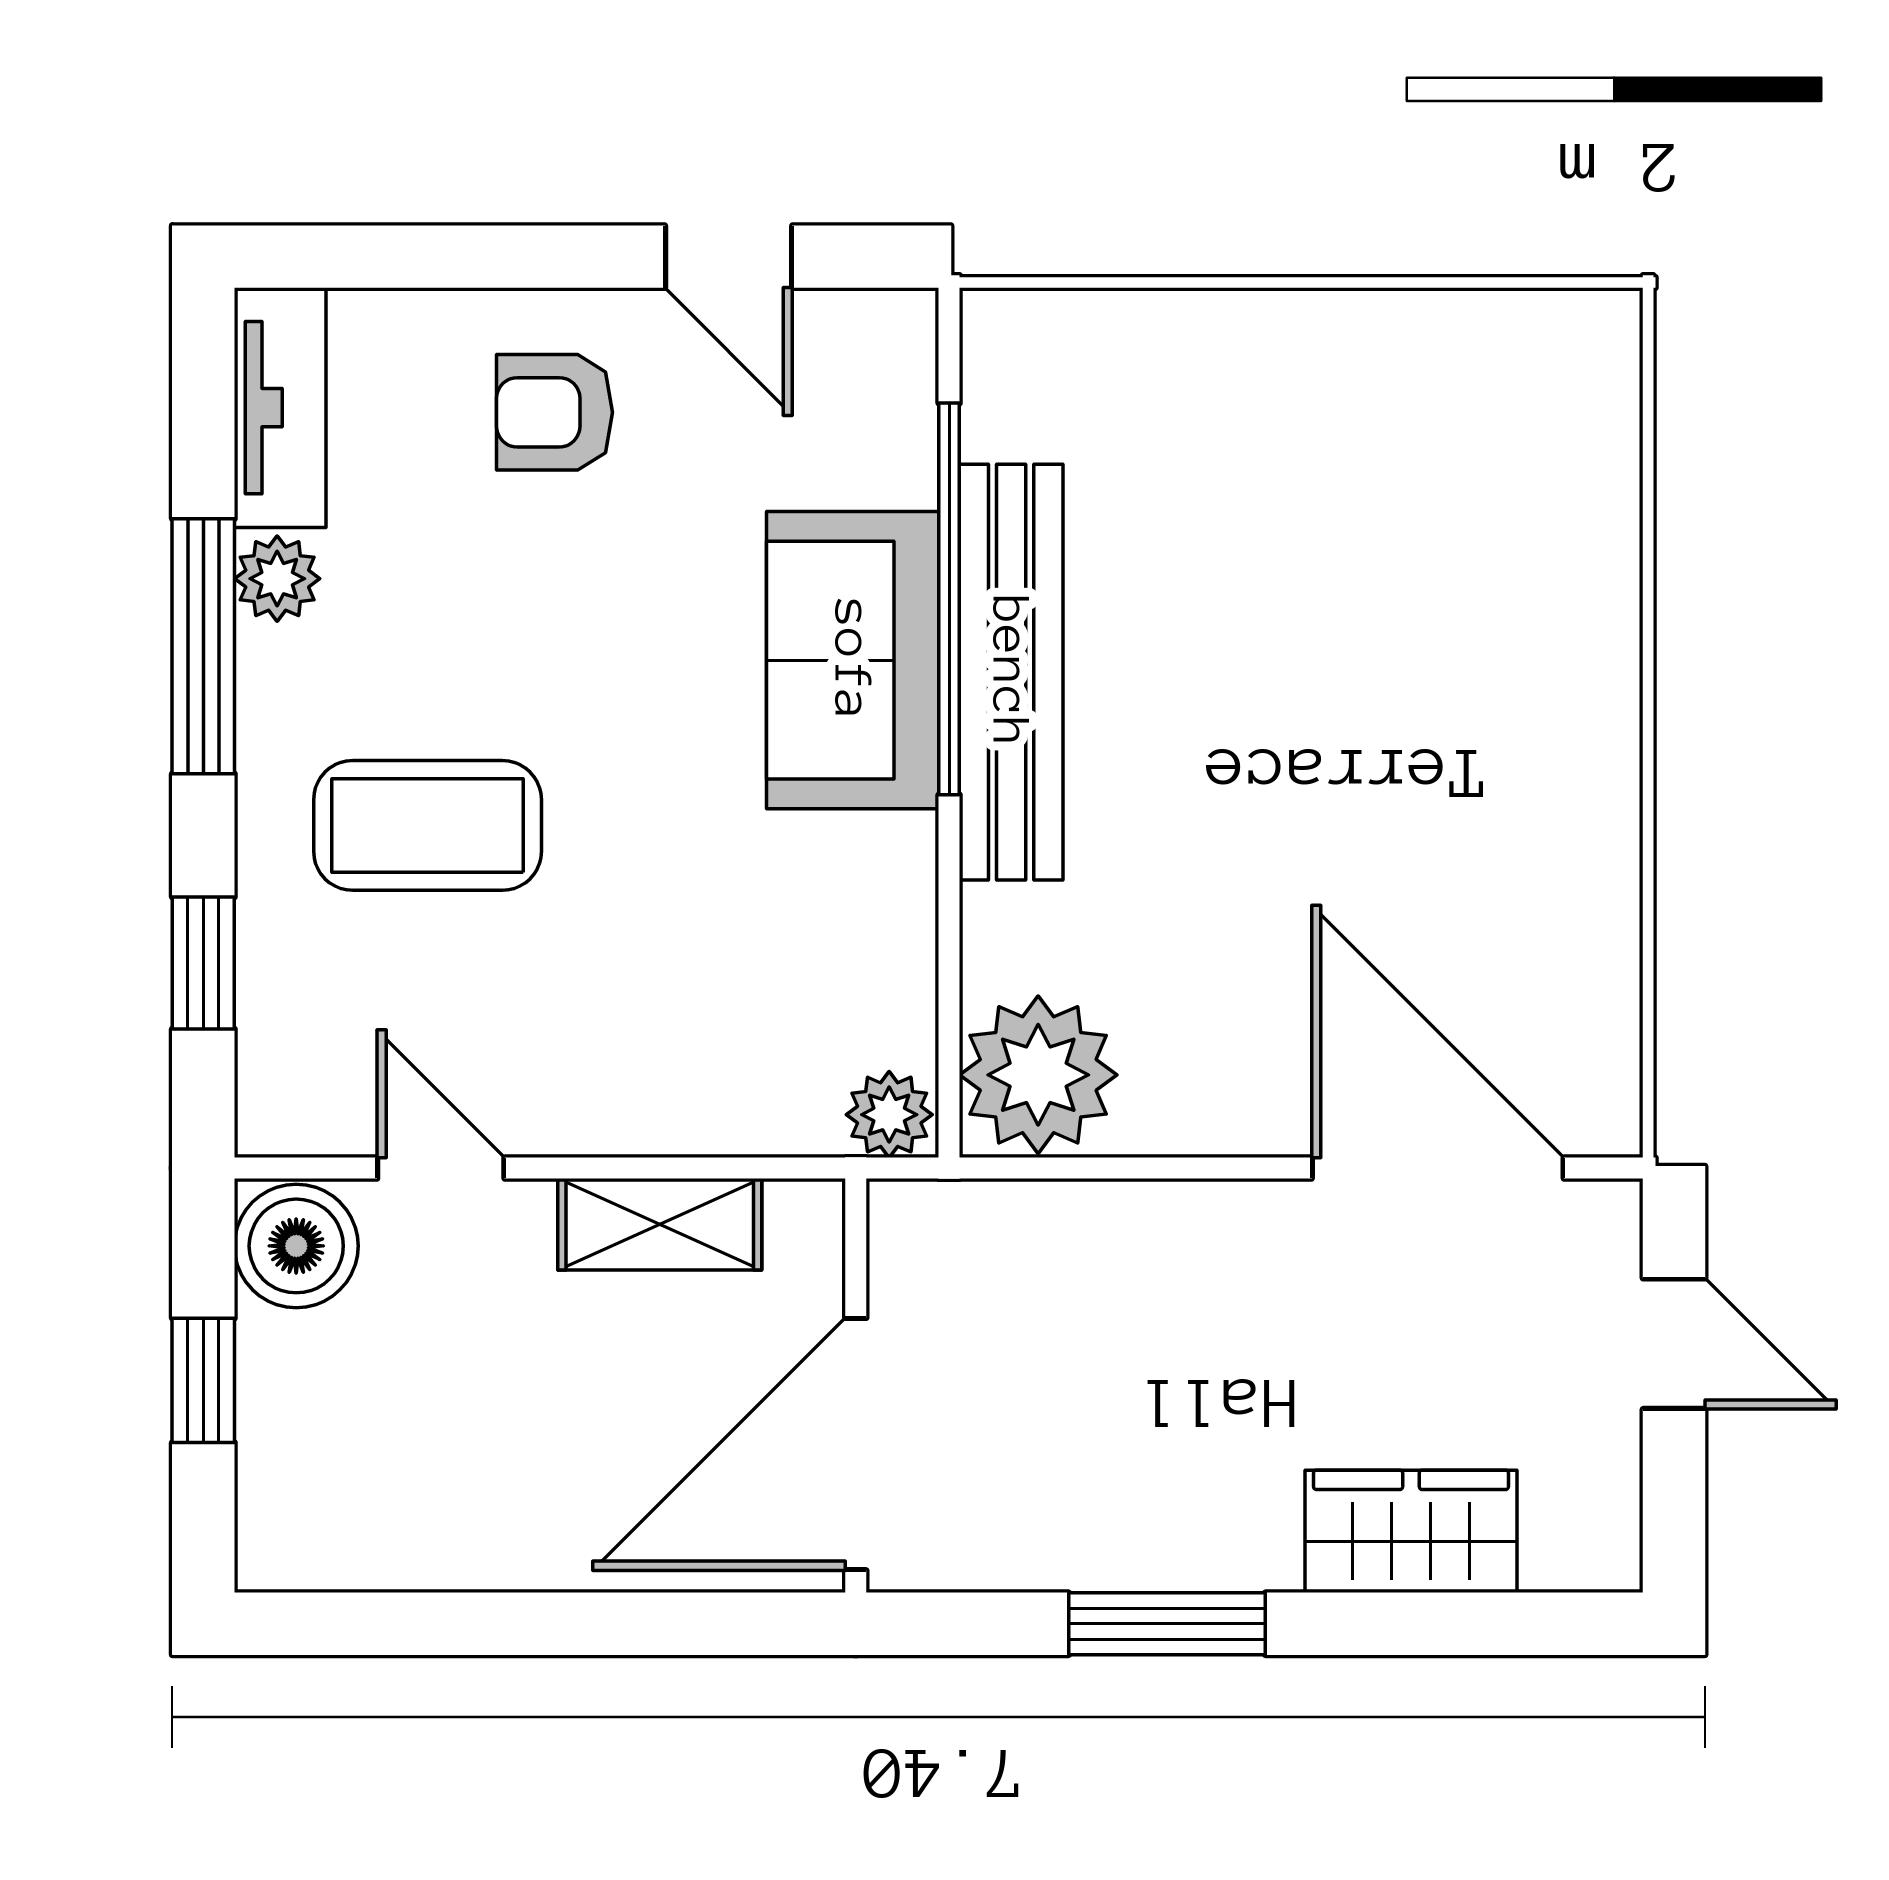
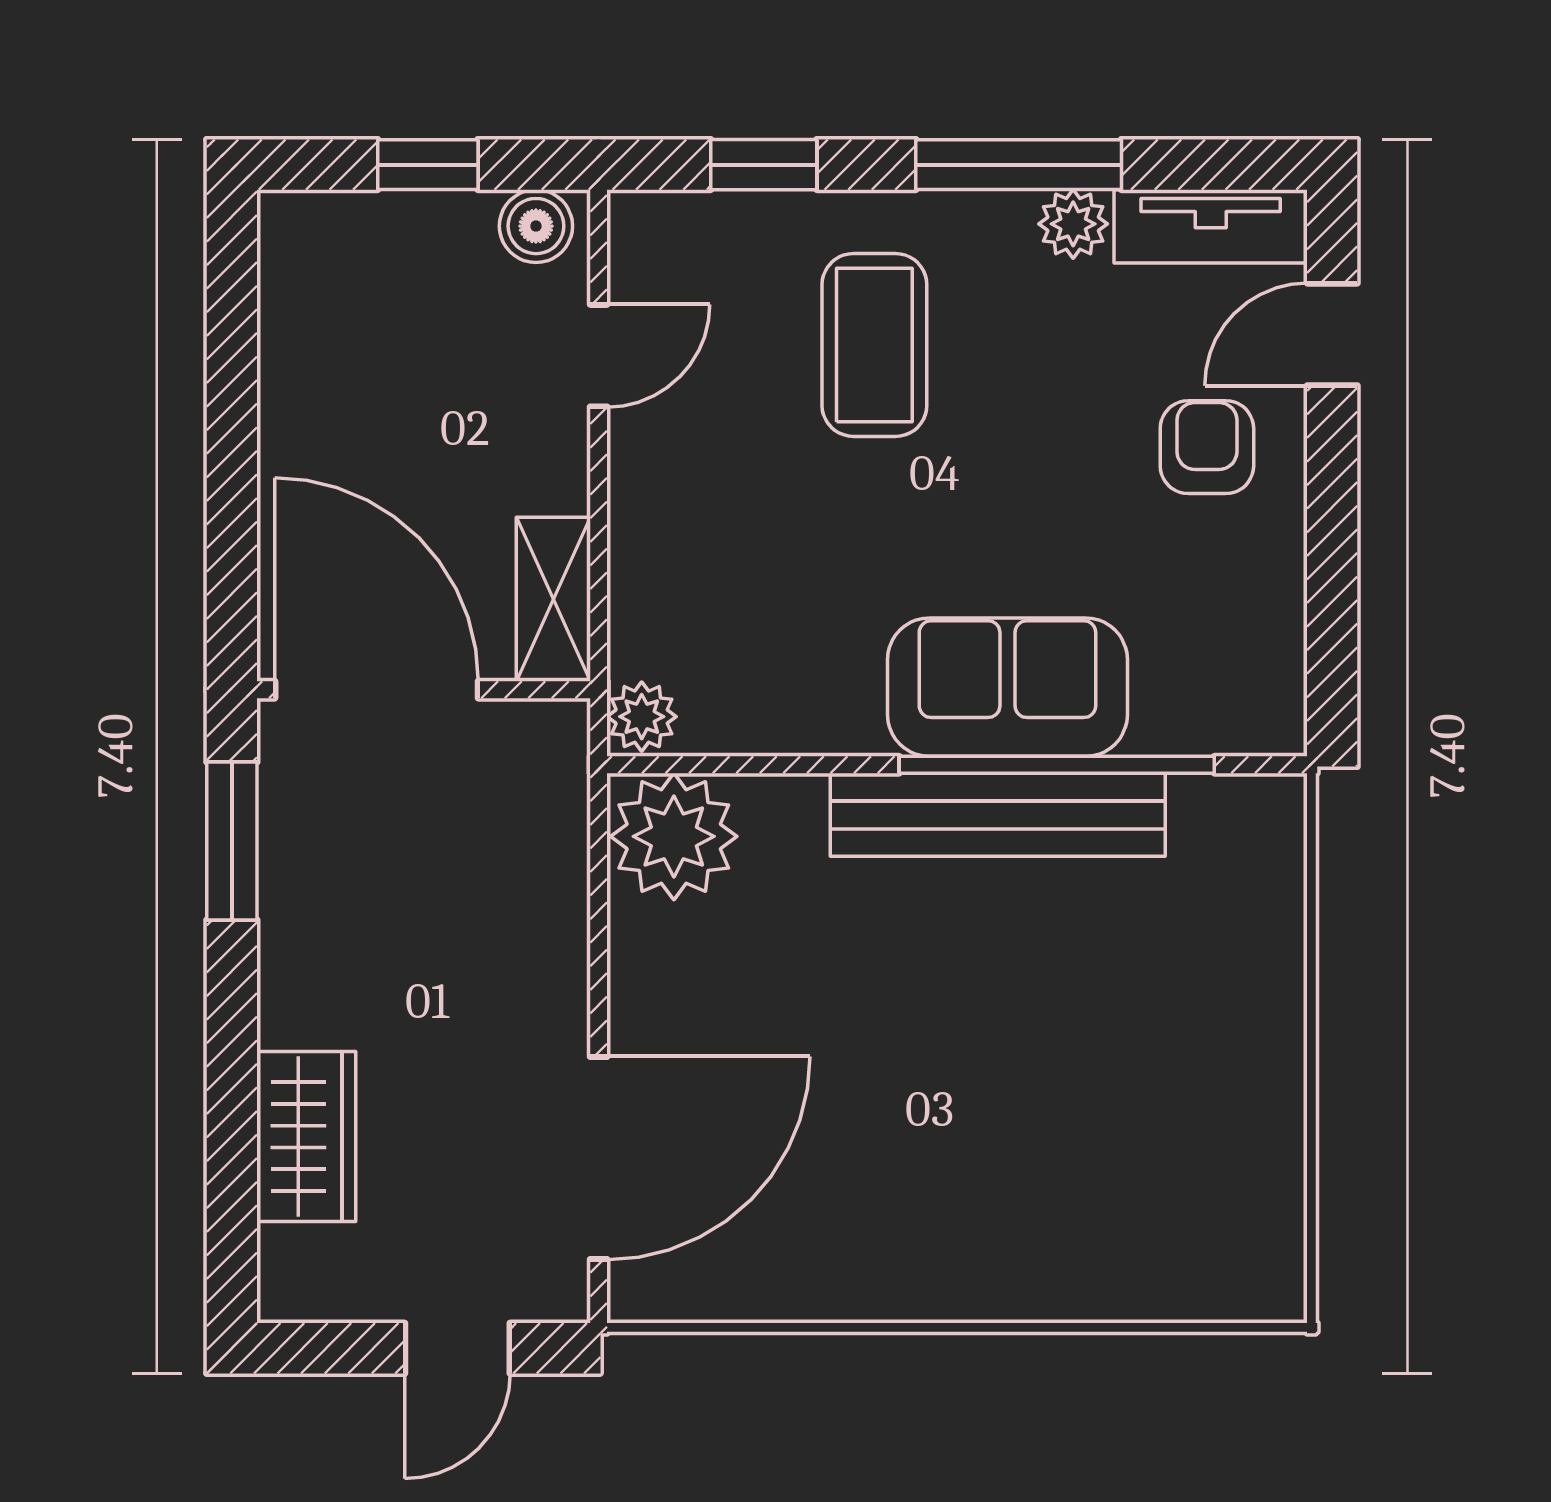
door: (729, 257) -> (1332, 334), moved
shelving: (660, 1224) -> (553, 599), moved
boiler: (296, 1246) -> (536, 226), width x0.73, depth x0.73
window: (1167, 1624) -> (232, 841), moved

